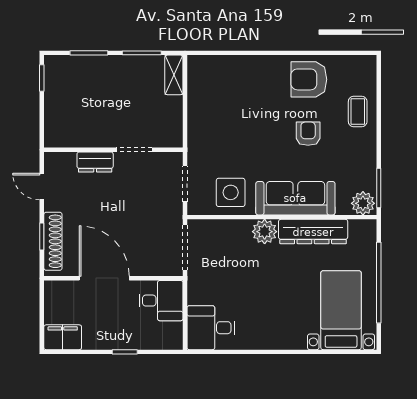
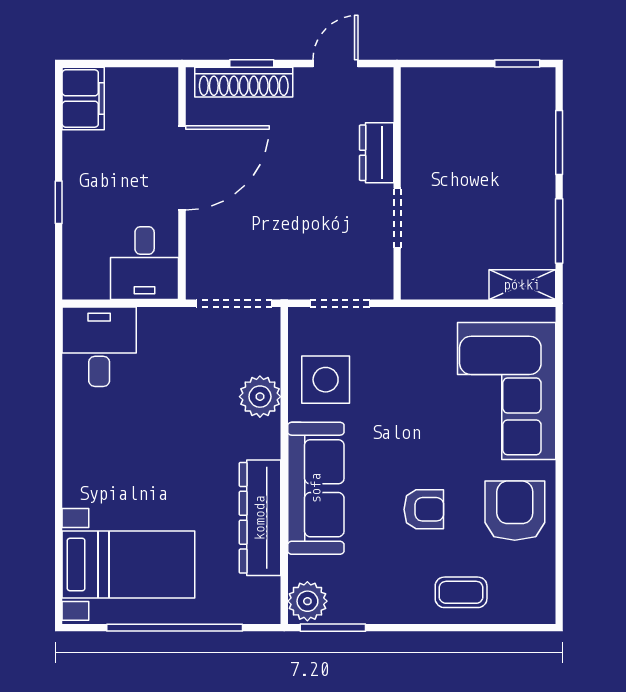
corner sofa: (237, 84) -> (507, 391), added
plant: (265, 232) -> (260, 397), moved

